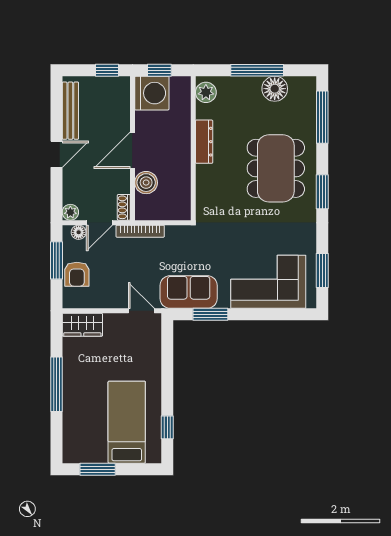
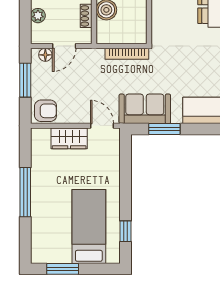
shoe rack: (124, 207) -> (86, 16), moved
plant: (70, 212) -> (38, 16), moved
bookcase: (140, 231) -> (127, 54), moved
armchair: (77, 274) -> (46, 111), moved, turned -90
wardrobe: (82, 325) -> (69, 138), moved

